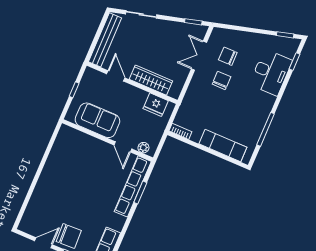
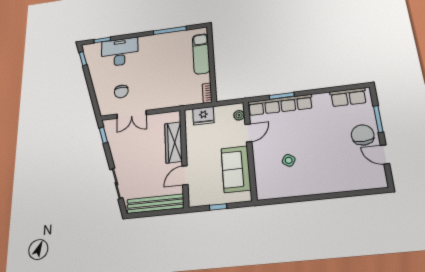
chair: (221, 80) -> (145, 85), removed
fridge: (156, 105) -> (203, 116), moved, turned 90
side table: (81, 166) -> (289, 160), added

